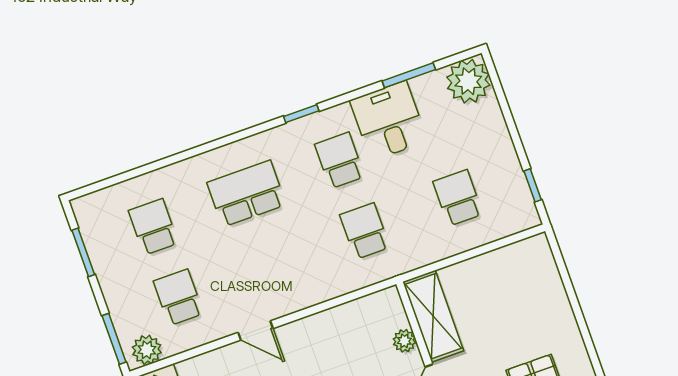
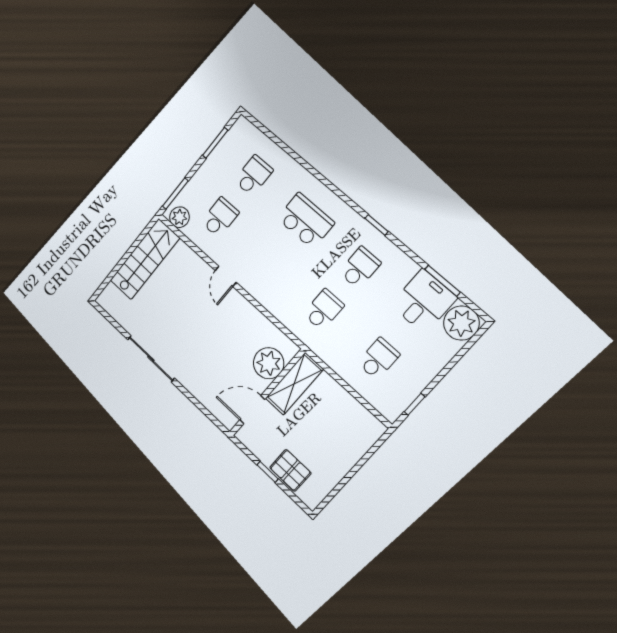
desk: (389, 121) -> (424, 301), moved
plant: (404, 341) -> (269, 363), width x1.88, depth x1.88

